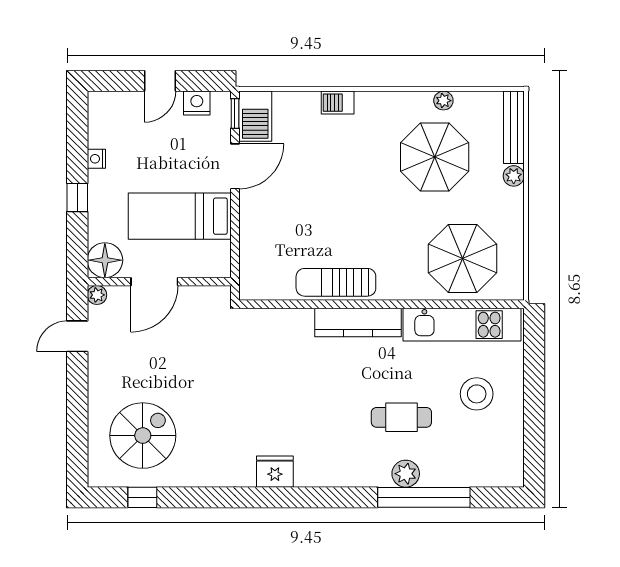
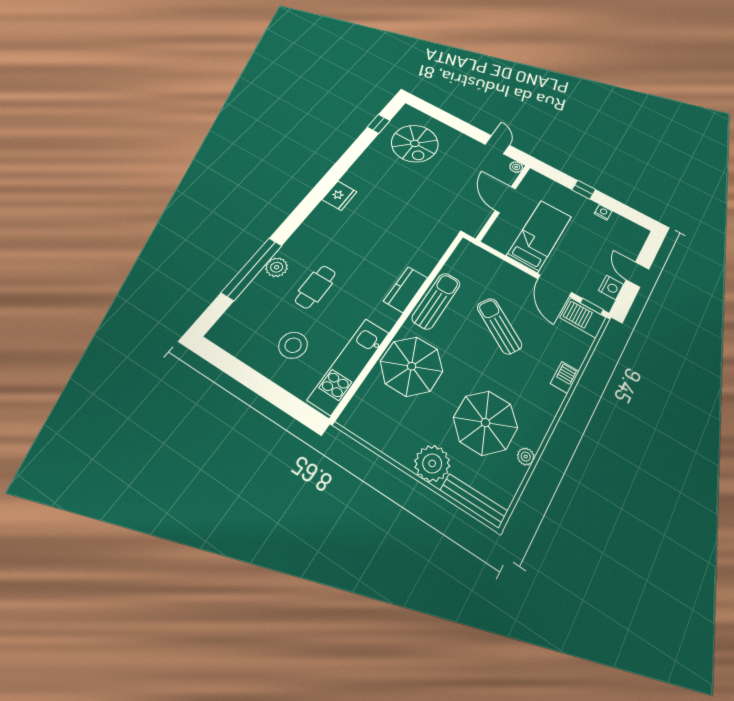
plant: (514, 176) -> (432, 463), width x1.87, depth x1.87
sun lounger: (322, 200) -> (499, 326), added
parasol: (463, 258) -> (412, 366), moved
floor lamp: (105, 260) -> (535, 182), removed
kitchen counter: (358, 322) -> (406, 290), width x0.67

